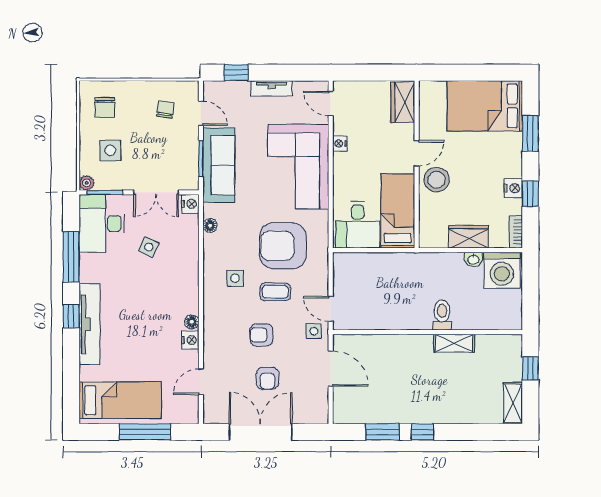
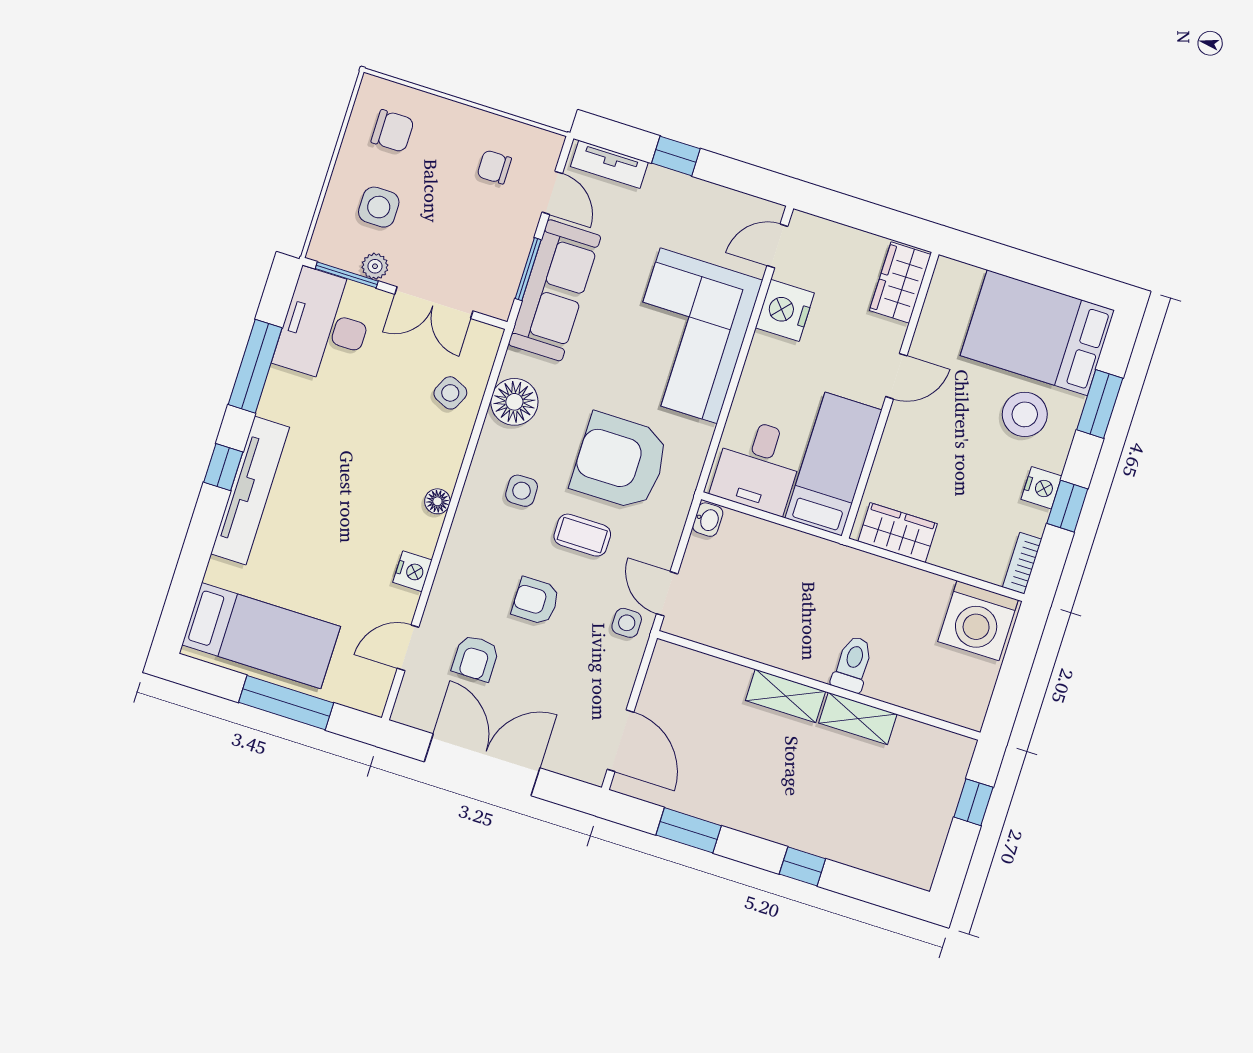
window: (236, 73) -> (676, 156), moved
tv unit: (272, 88) -> (609, 164), moved
door: (331, 104) -> (777, 246), hinge flipped
chair: (105, 107) -> (393, 131), turned -90
chair: (165, 109) -> (494, 167), turned -98
nightstand: (340, 144) -> (785, 310), width x1.89, depth x1.79
stool: (437, 180) -> (1025, 414), moved
plant: (87, 183) -> (375, 266), moved
nightstand: (190, 204) -> (486, 340), removed
floor lamp: (210, 226) -> (514, 402), width x1.89, depth x1.89
wardrobe: (468, 237) -> (898, 533), moved
side table: (149, 247) -> (450, 393), moved
washbasin: (473, 259) -> (708, 520), moved, turned -90
floor lamp: (192, 322) -> (437, 501), moved
door: (331, 369) -> (621, 741), moved
armchair: (267, 378) -> (475, 658), moved
shelving: (513, 403) -> (785, 696), moved, turned 90
window: (423, 432) -> (802, 866), moved

